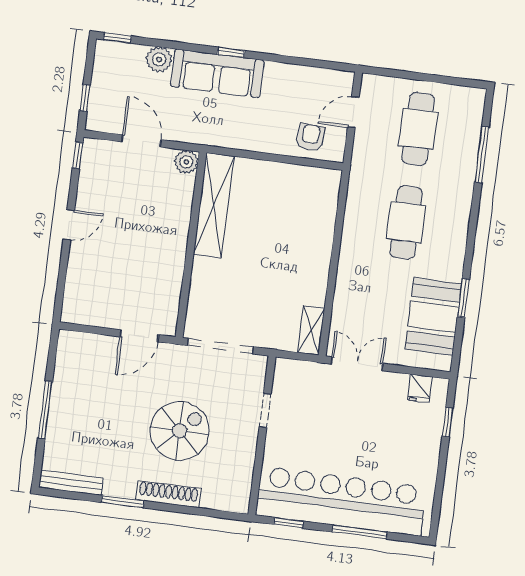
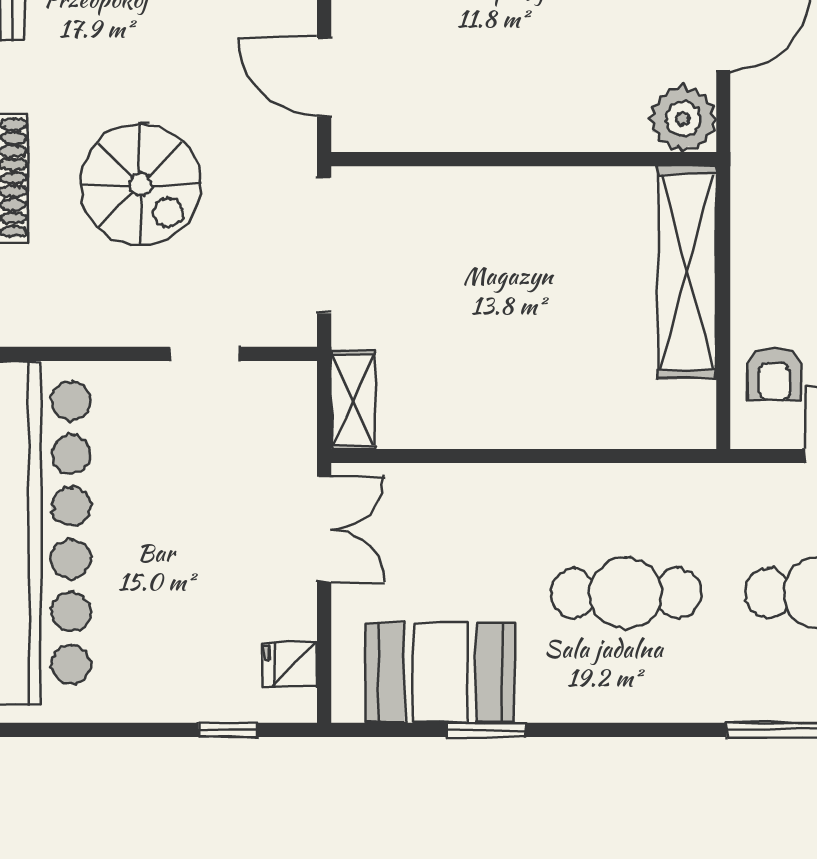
armchair: (310, 137) -> (774, 375), turned 86
plant: (186, 162) -> (683, 119), width x1.36, depth x1.36
shelving: (214, 205) -> (687, 272), moved, turned 90
shelving: (311, 330) -> (353, 400), moved, turned 90

